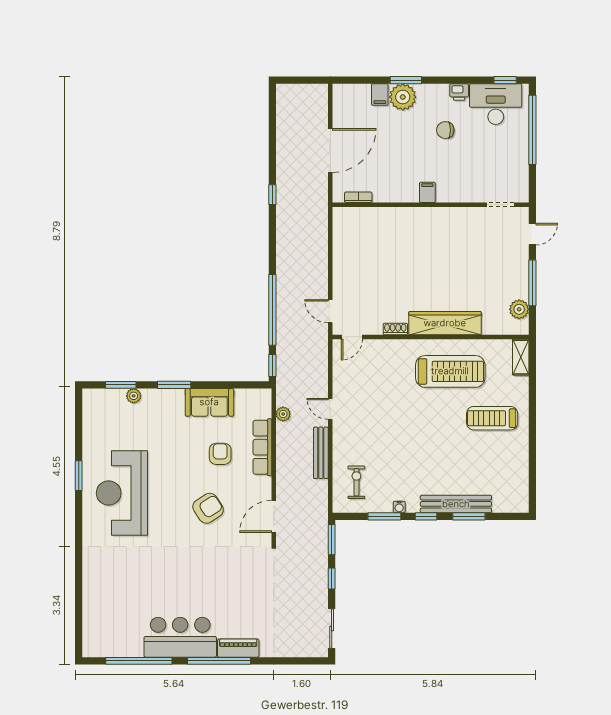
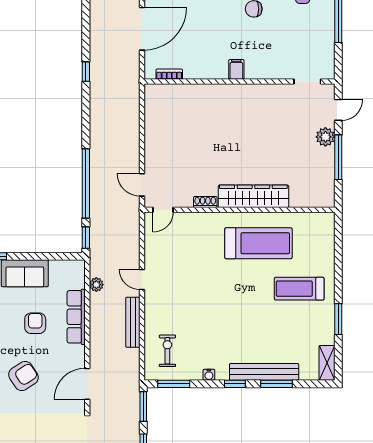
plant: (519, 309) -> (325, 137), moved
shelving: (521, 357) -> (327, 363), moved
window: (532, 450) -> (338, 319), added
window: (384, 516) -> (174, 384), moved

